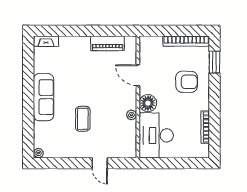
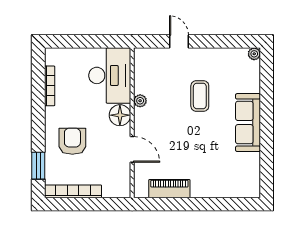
fireplace: (46, 41) -> (245, 191), removed
armchair: (187, 82) -> (72, 141), turned 90

